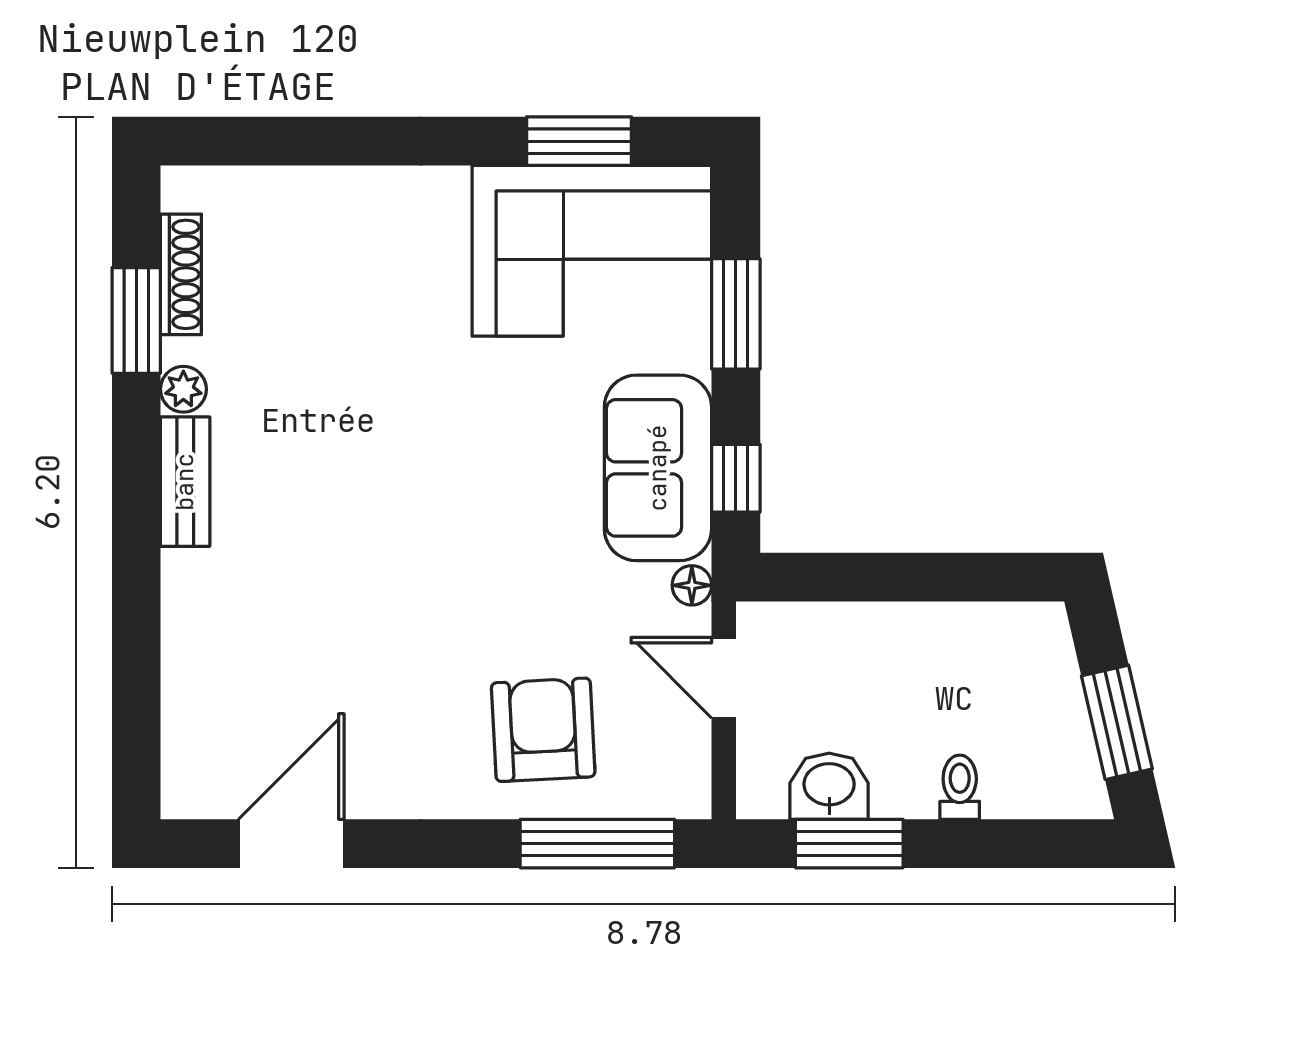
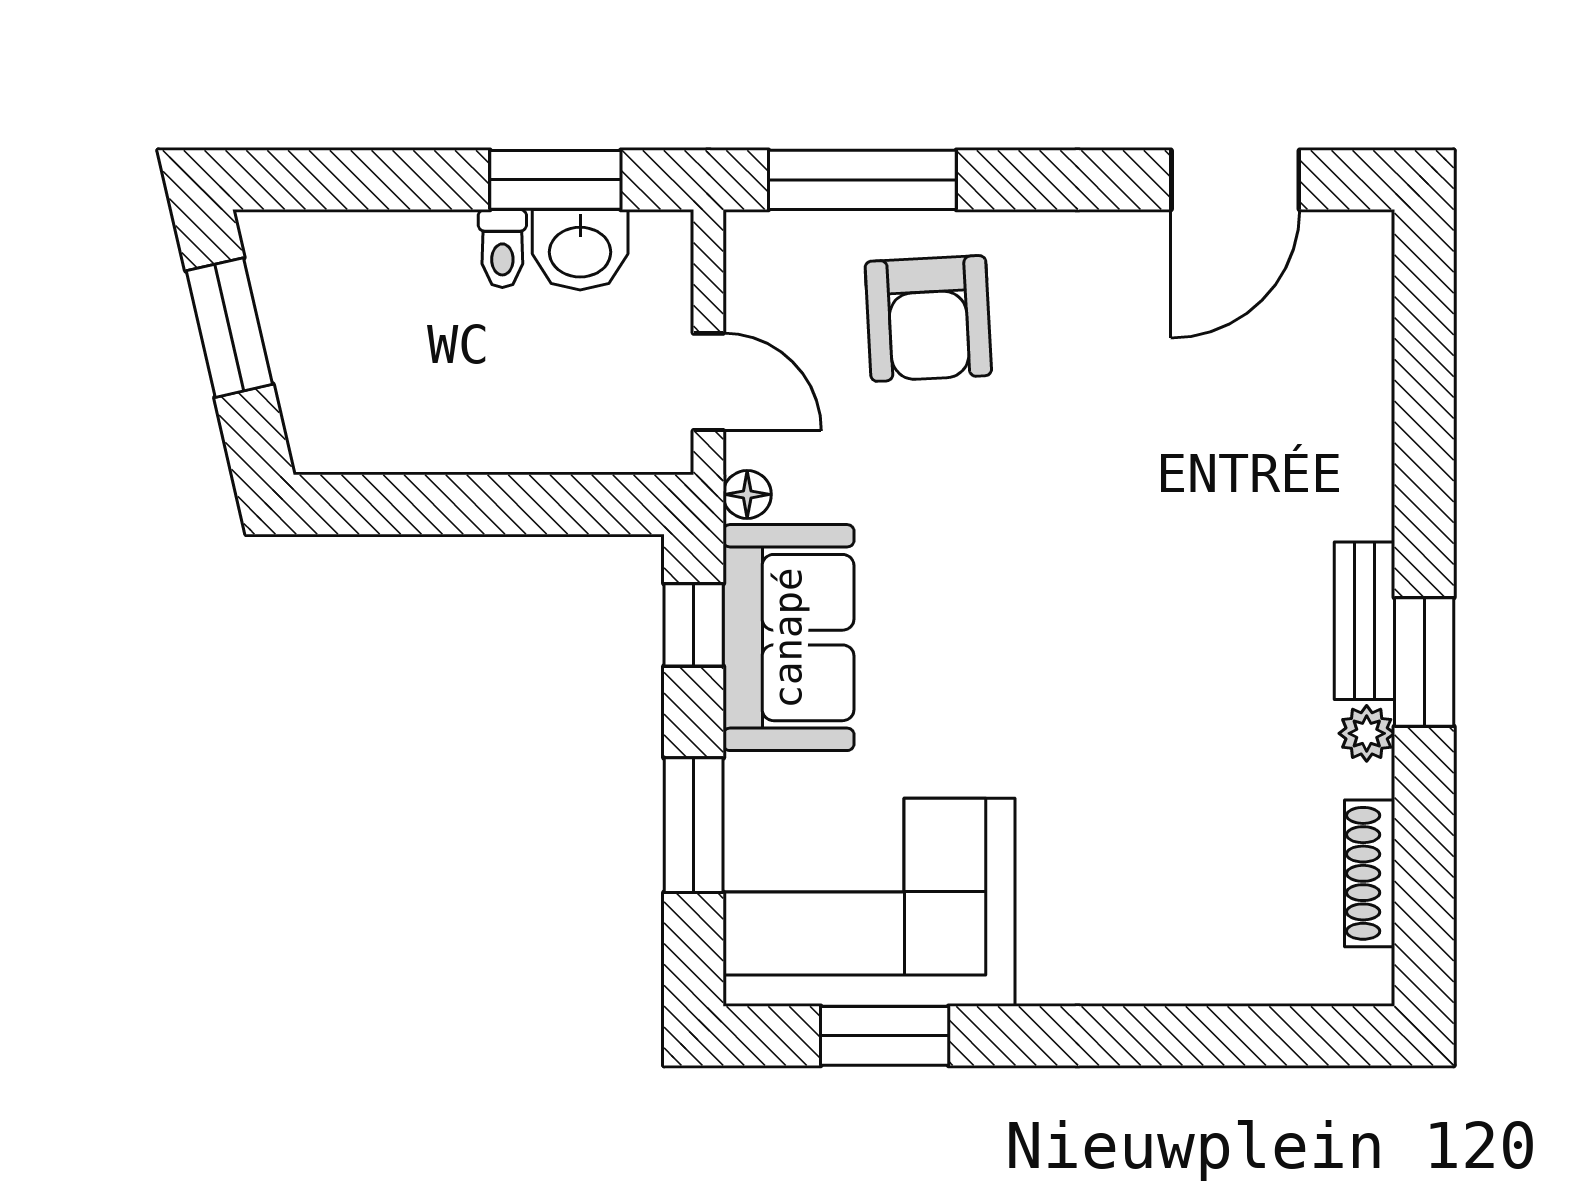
window: (136, 320) -> (1424, 662), moved
toilet: (960, 787) -> (502, 249), moved

